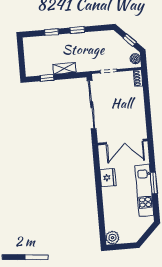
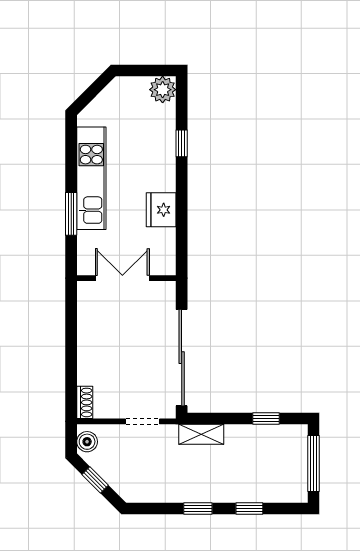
window: (21, 57) -> (314, 464), added
shelving: (64, 68) -> (201, 434), moved
double door: (125, 142) -> (122, 278), width x0.73
window: (154, 183) -> (71, 214), moved
window: (101, 212) -> (182, 143), added

